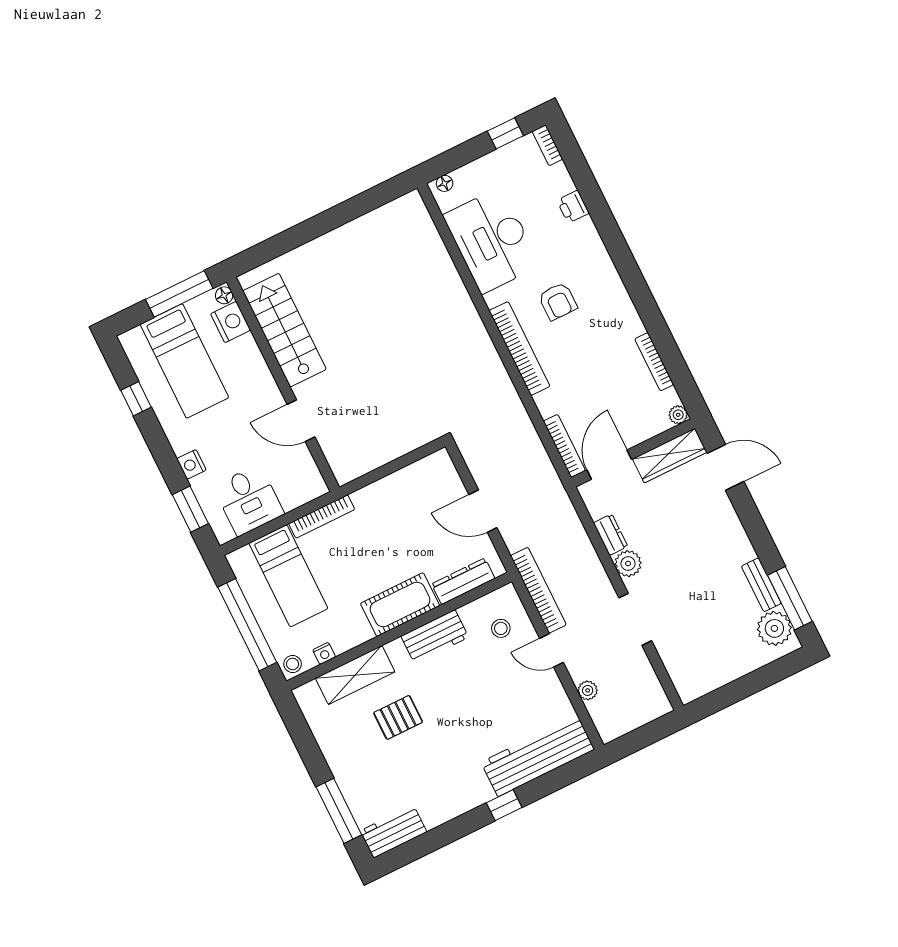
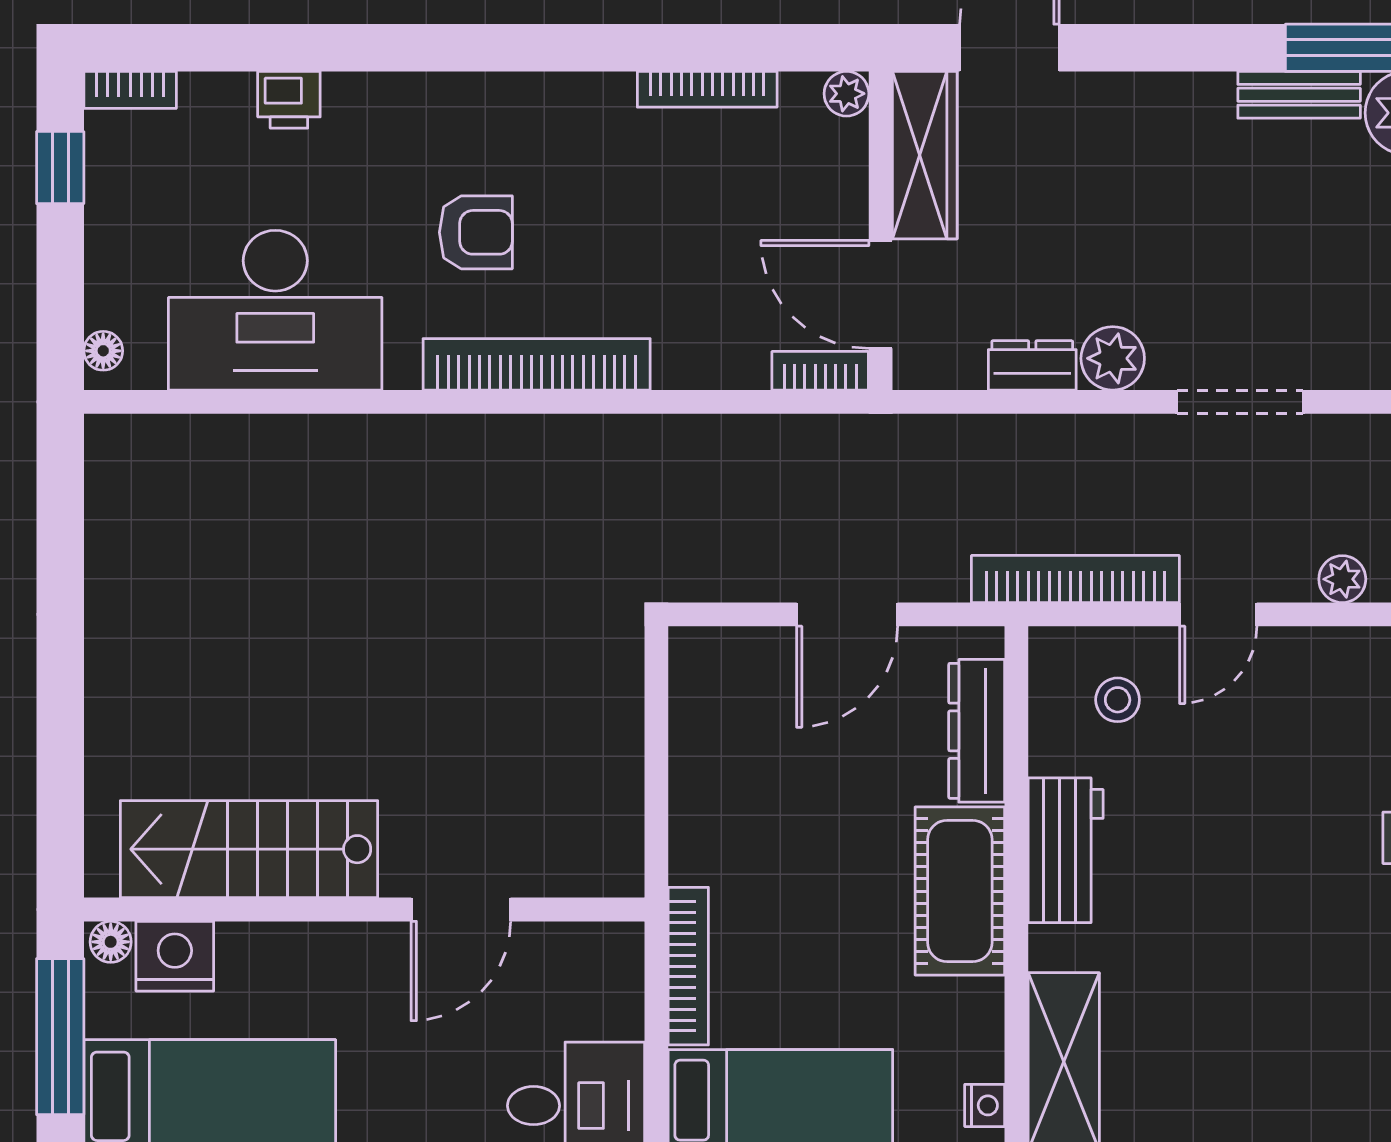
bookcase: (564, 446) -> (820, 371), width x0.64
pallet: (398, 717) -> (1200, 1014), removed

